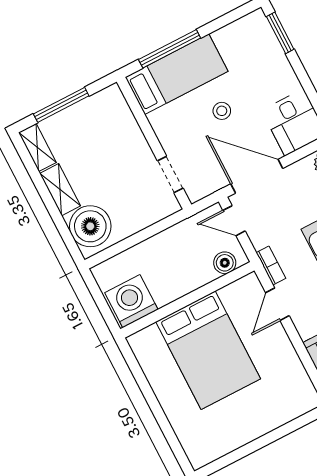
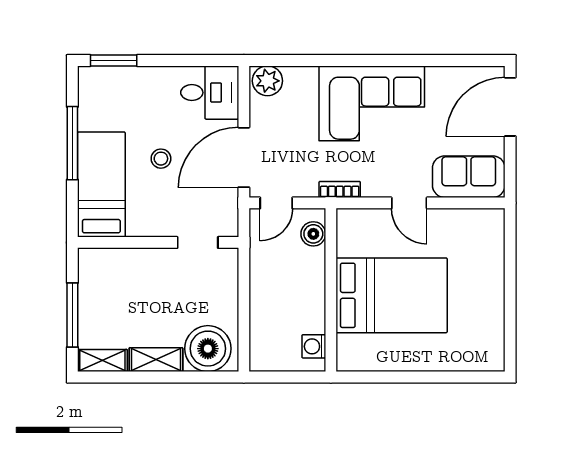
window: (170, 49) -> (72, 143), moved
washing machine: (131, 301) -> (314, 346), width x0.53, depth x0.53
door: (277, 304) -> (409, 203), moved

